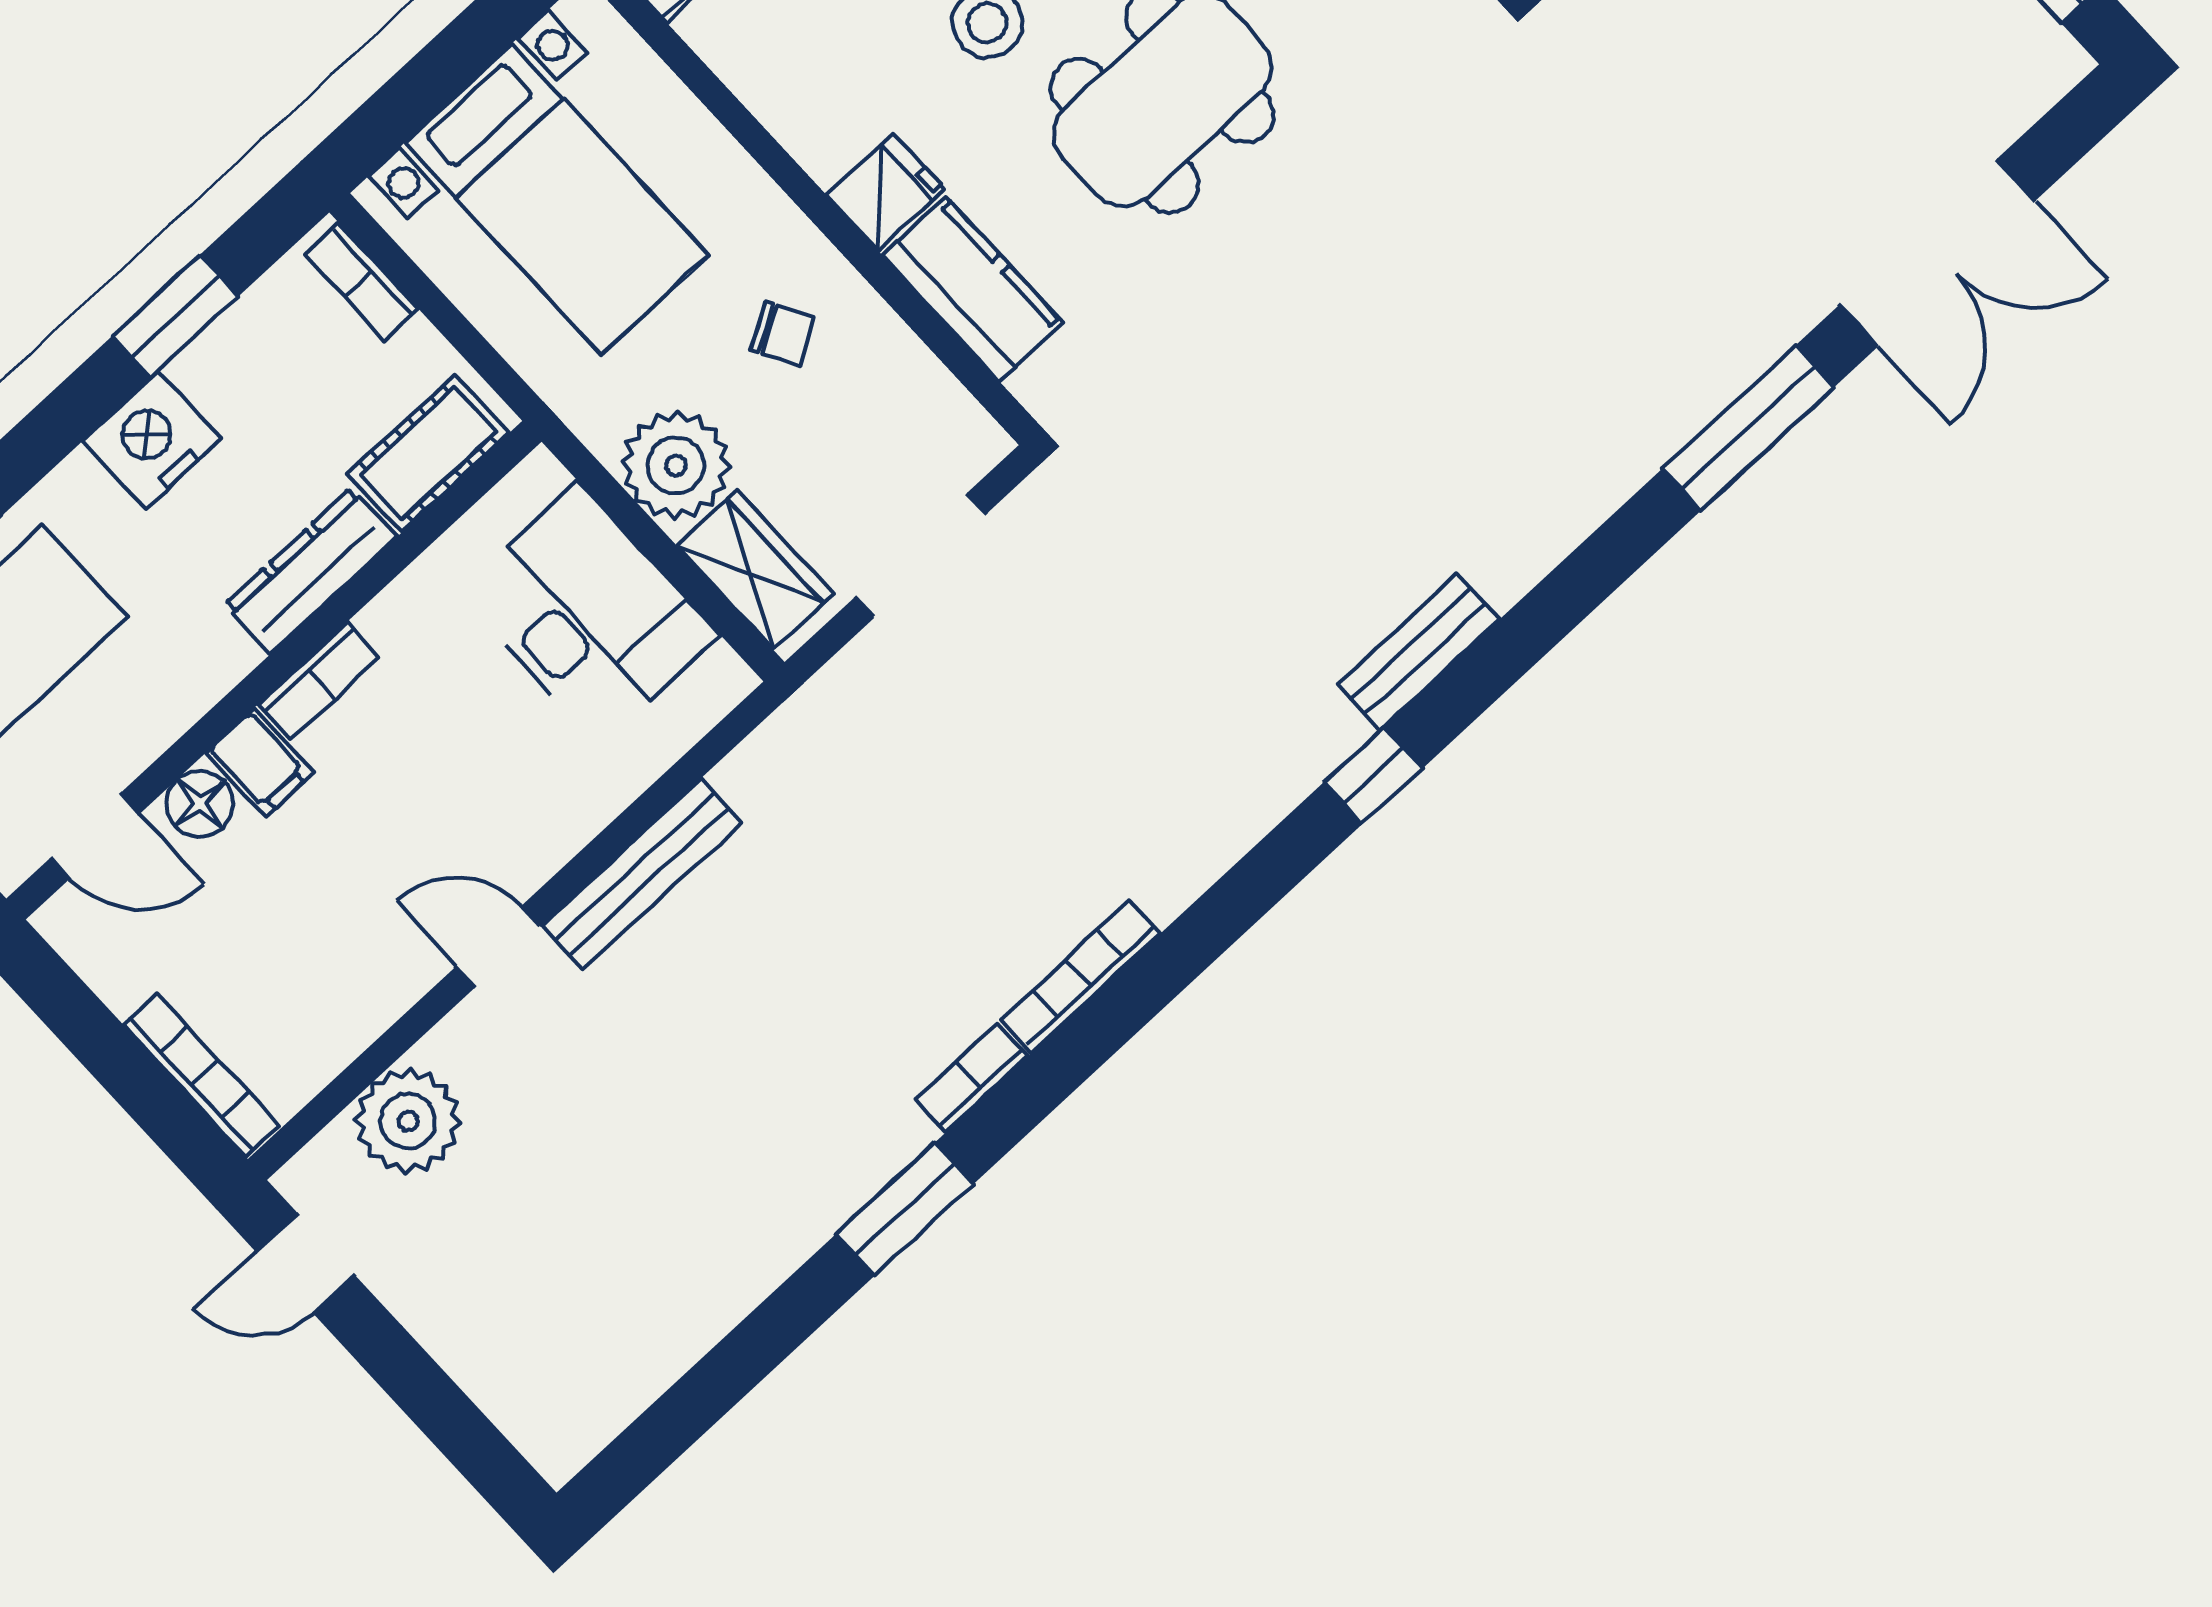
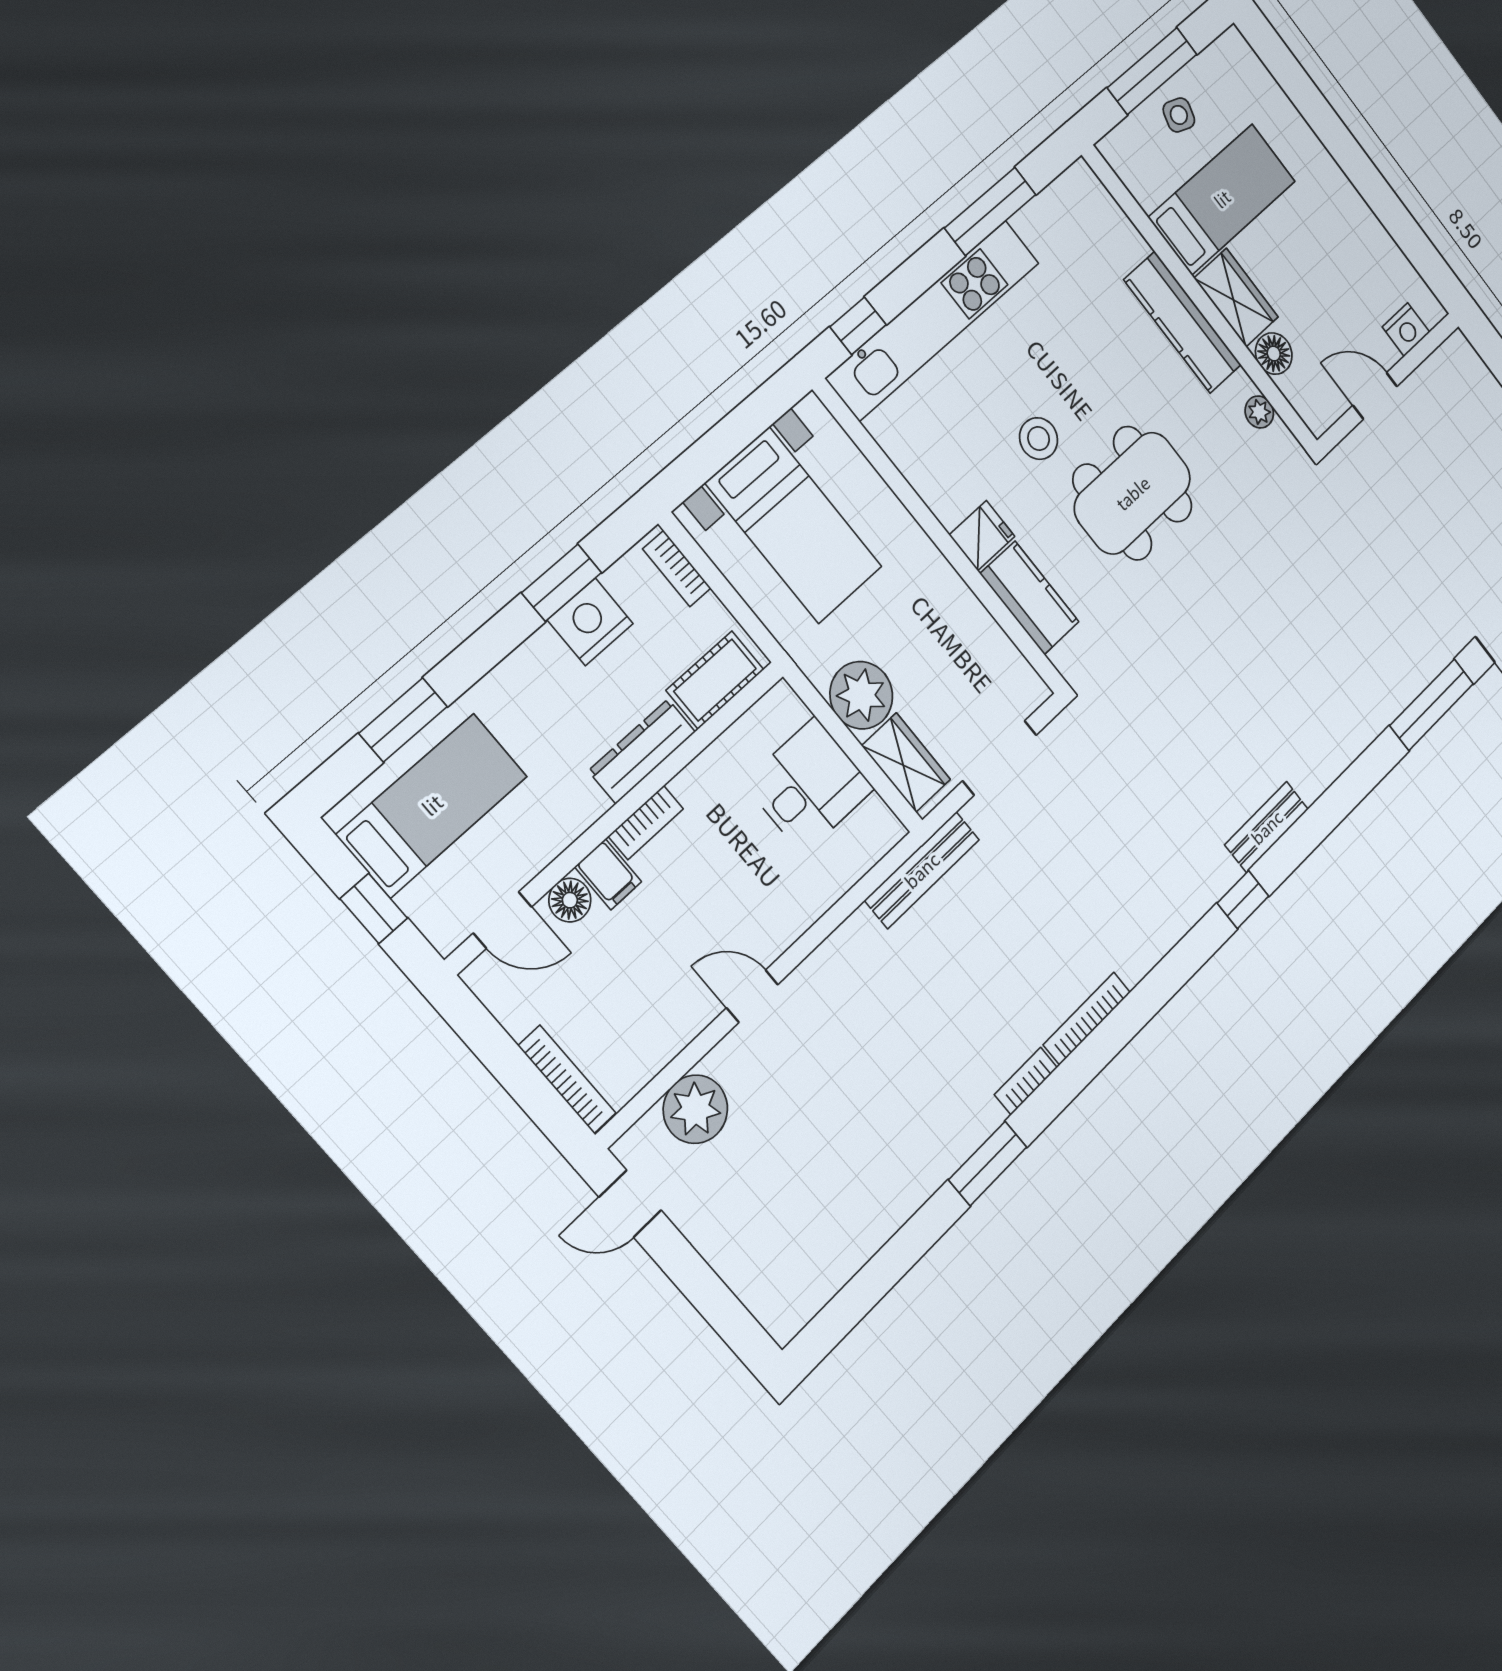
chair: (782, 333) -> (923, 617), removed
nightstand: (152, 440) -> (590, 622), moved
desk: (589, 614) -> (809, 786), width x0.73
bench: (642, 874) -> (922, 870), moved

